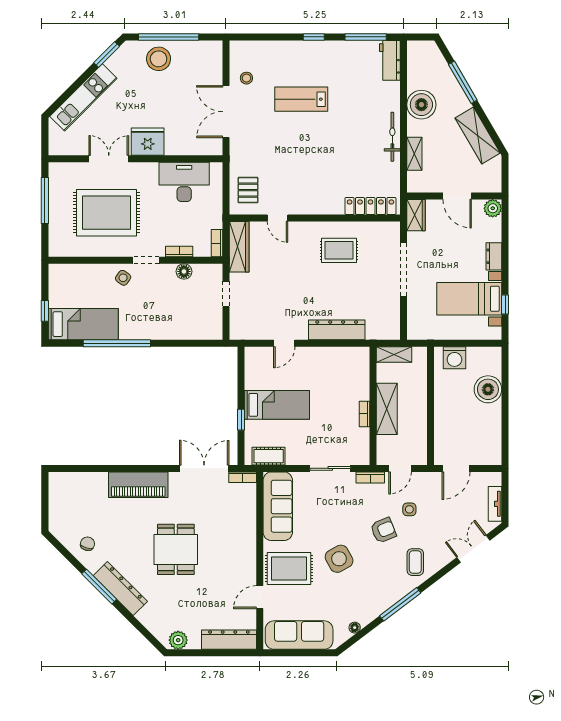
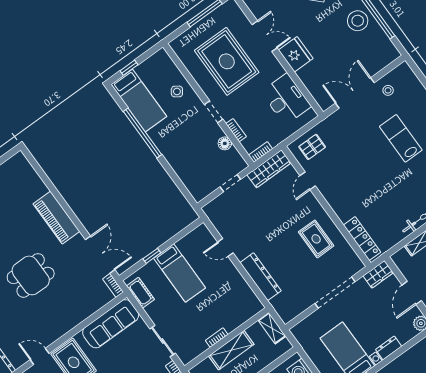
side table: (123, 278) -> (177, 91), moved

